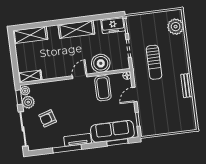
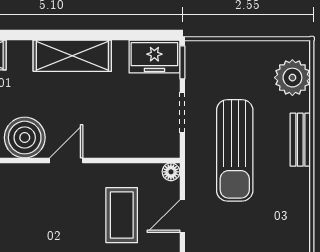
sun lounger: (154, 62) -> (235, 150), width x1.36, depth x1.34
boiler: (101, 63) -> (25, 138), moved
bench: (187, 86) -> (300, 140), moved
coffee table: (103, 88) -> (122, 215), moved

